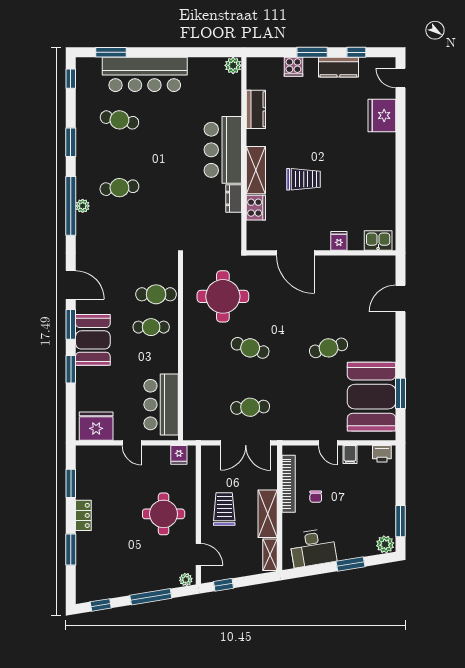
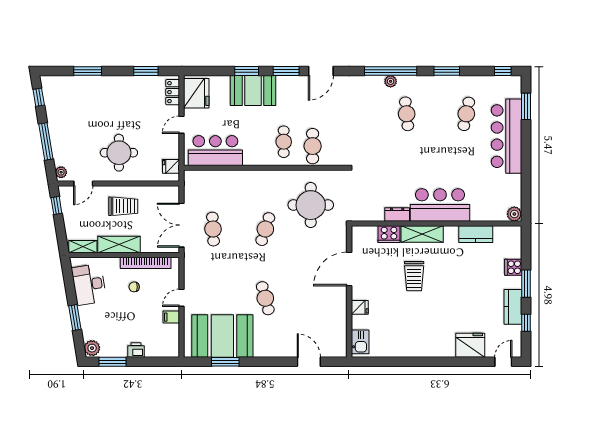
booth: (93, 340) -> (253, 90), moved
printer: (382, 454) -> (136, 350), moved, turned 90
locker: (83, 515) -> (173, 92), moved, turned 90

